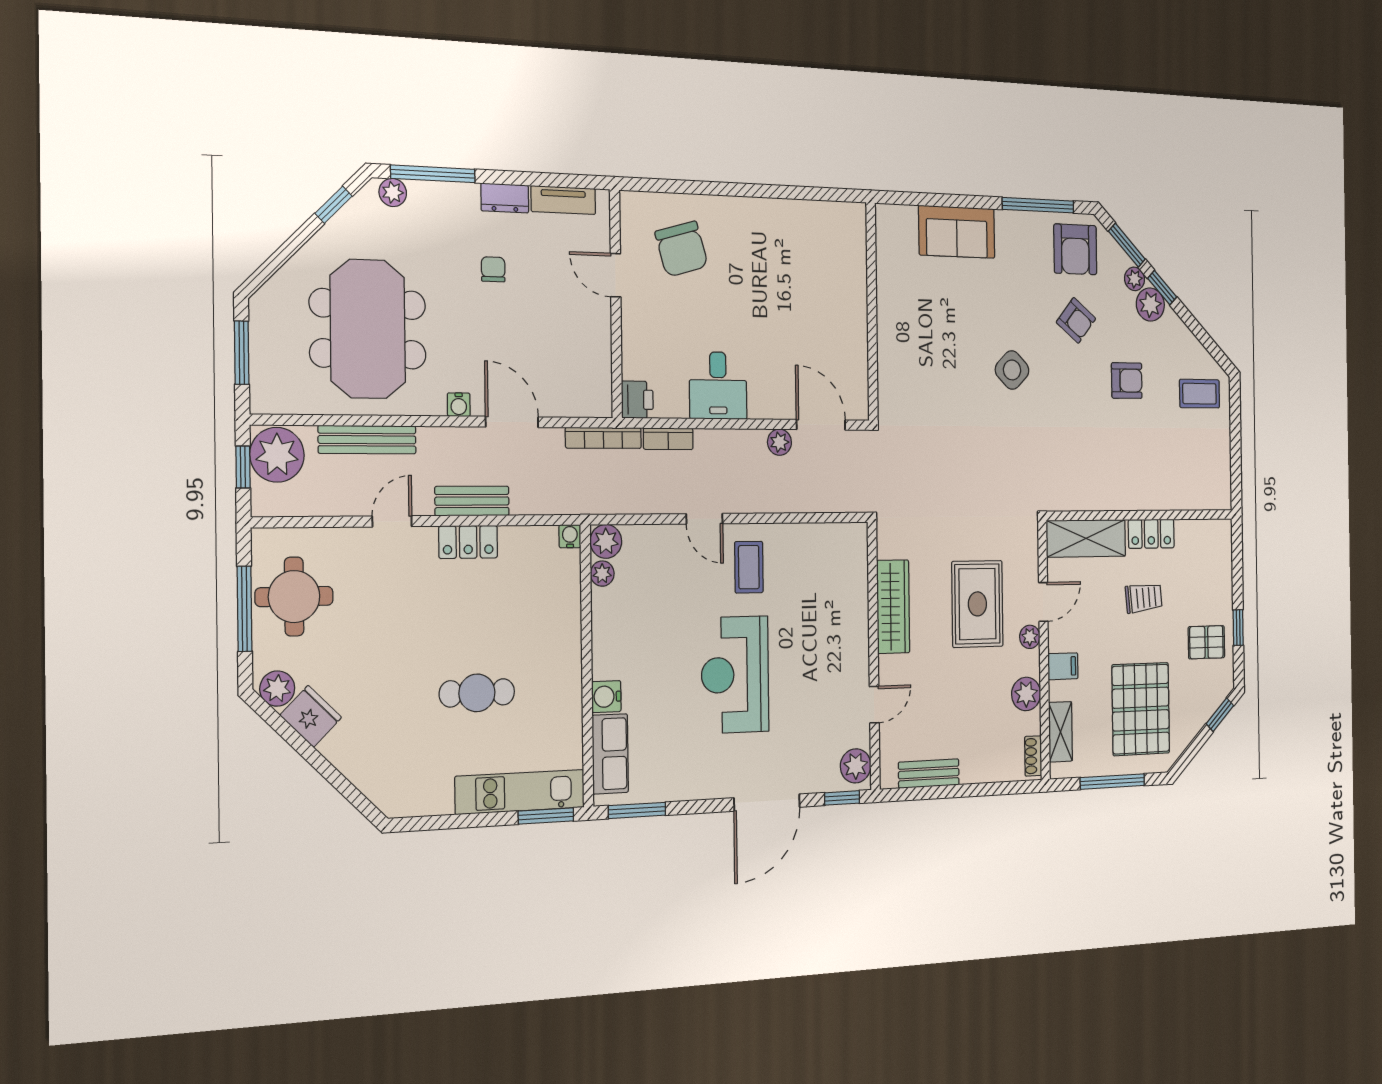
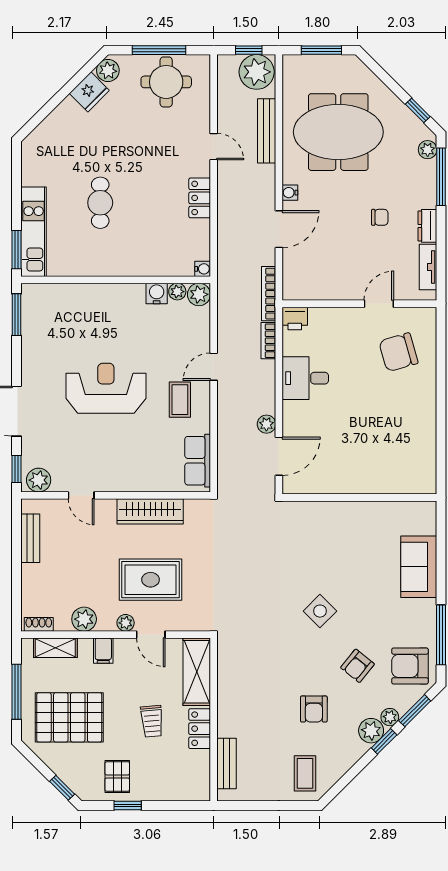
bench: (472, 501) -> (227, 764), moved
coffee table: (749, 567) -> (180, 400), turned 90
water cooler: (606, 697) -> (157, 293), moved
row of seats: (610, 754) -> (198, 461), moved, turned 90

